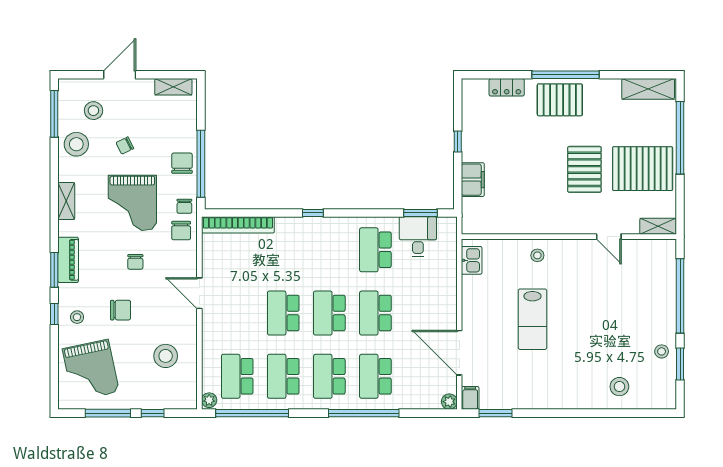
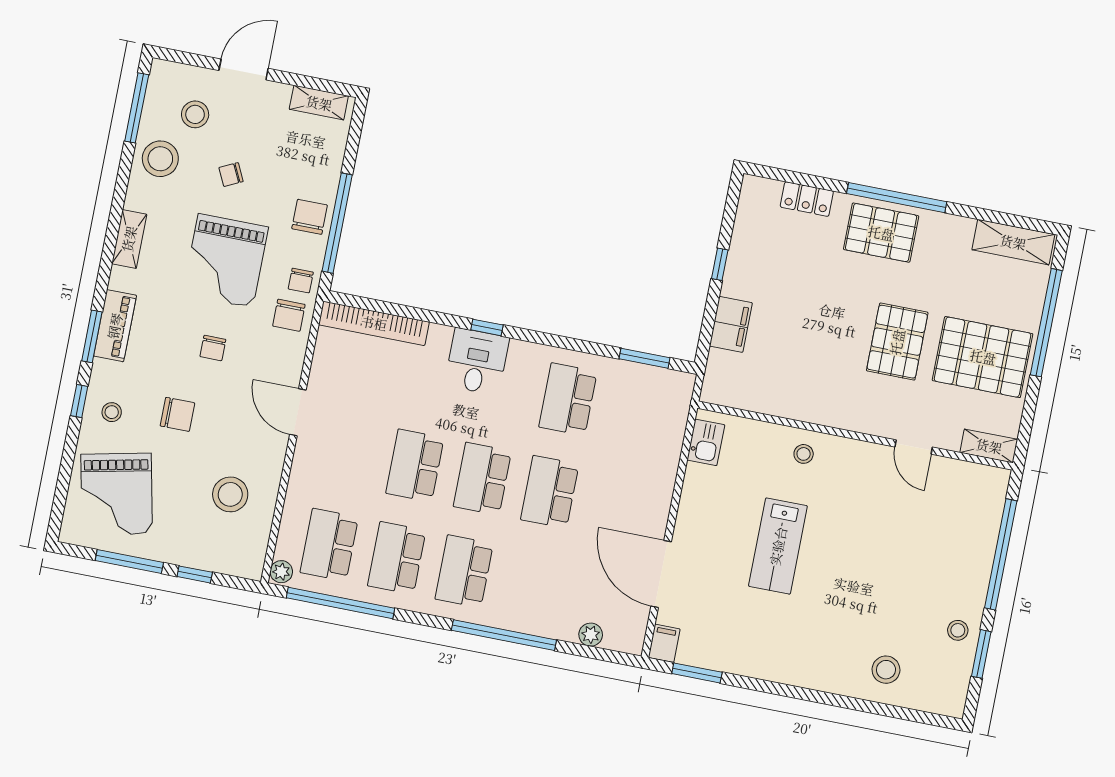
desk: (418, 237) -> (477, 361), moved
school desk: (375, 376) -> (532, 585), removed
plant: (449, 402) -> (591, 635), moved

